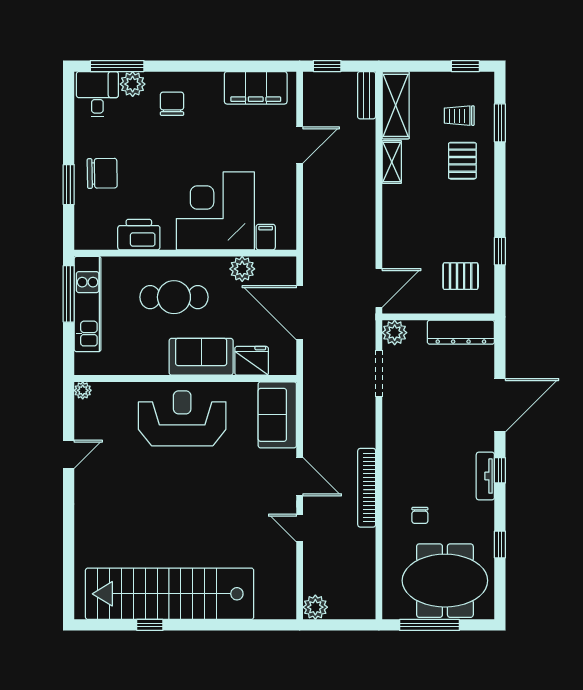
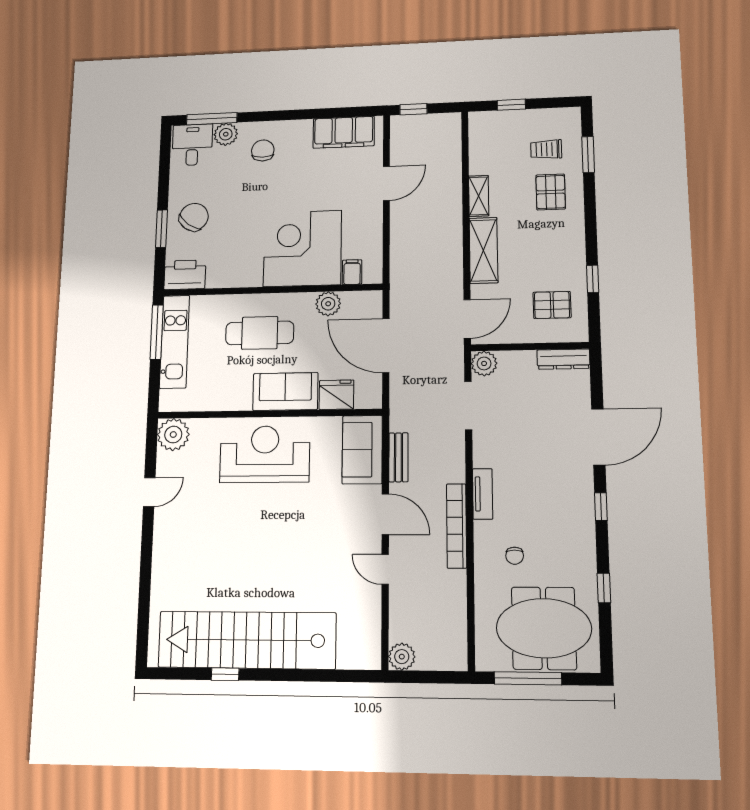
window: (465, 66) -> (511, 105), moved
bench: (367, 95) -> (398, 457), moved
shelving: (396, 105) -> (483, 250), moved
chair: (102, 173) -> (194, 217), turned -53
printer: (139, 235) -> (185, 275), moved
dresser: (461, 332) -> (563, 359), width x0.73, depth x0.80
plant: (83, 390) -> (173, 435), width x1.88, depth x1.88
tv unit: (485, 476) -> (483, 494), moved, turned 180

